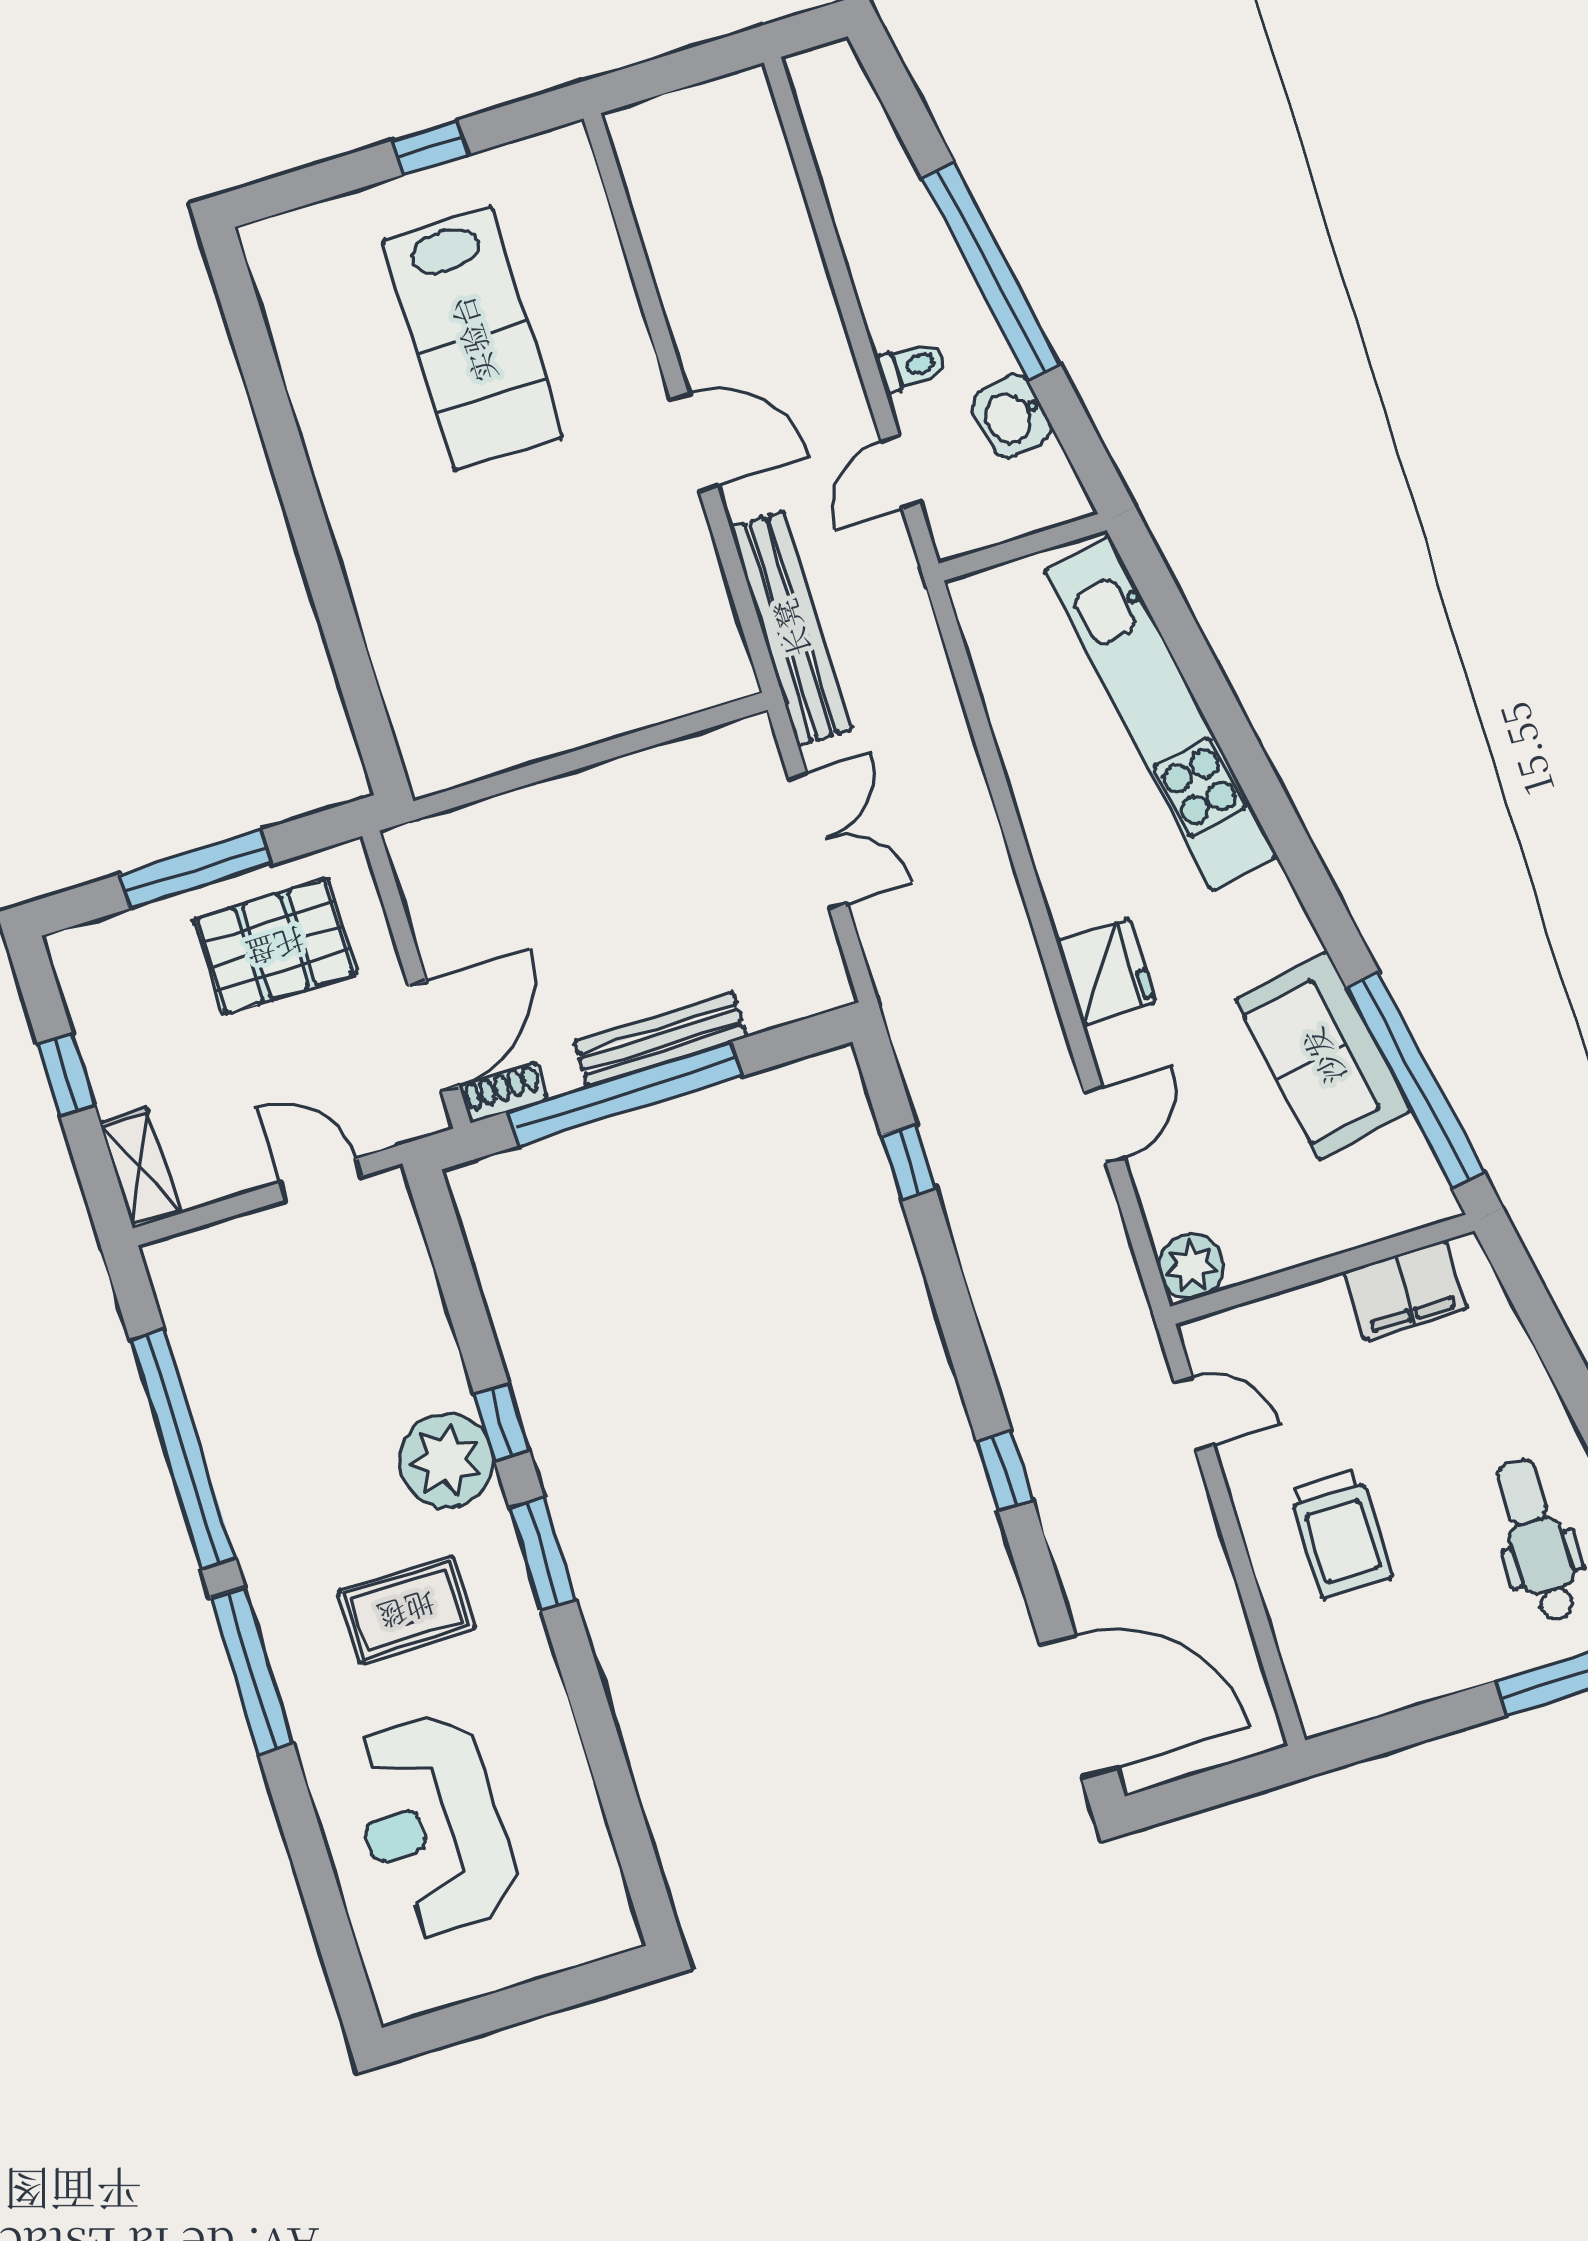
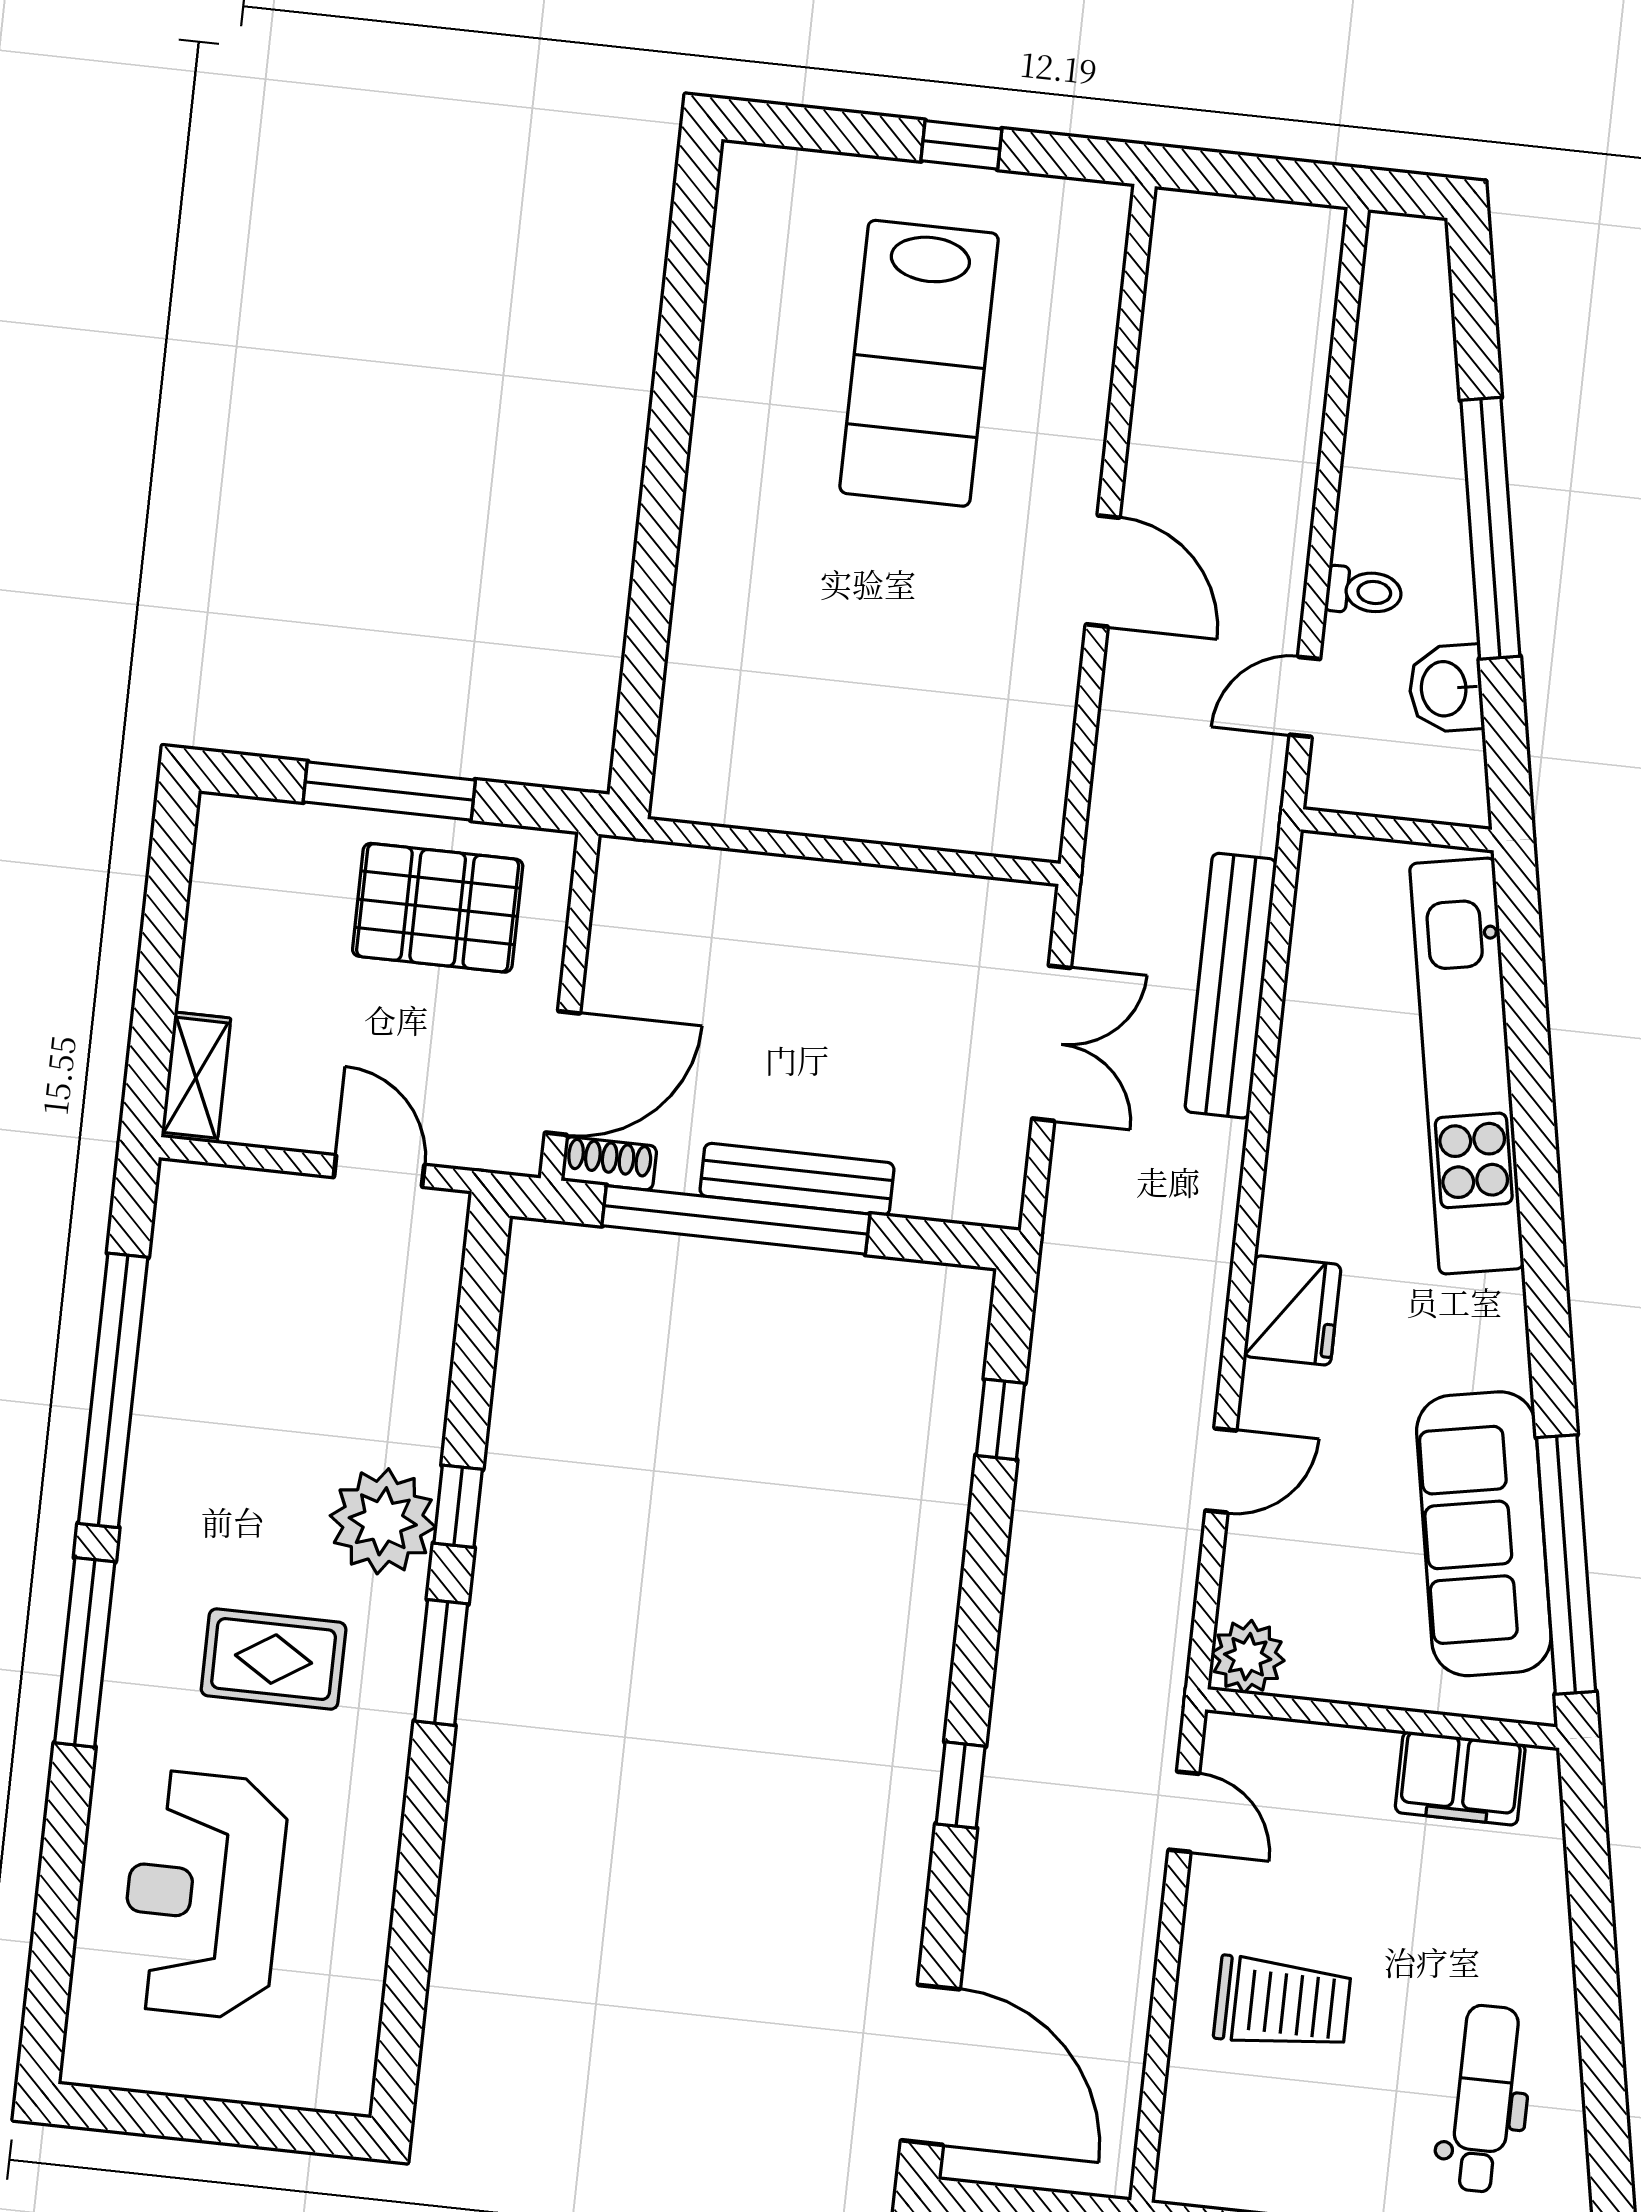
bench: (791, 628) -> (1231, 986), moved
sofa: (1323, 1056) -> (1484, 1534), width x1.36
window: (66, 1075) -> (161, 947), removed
trolley: (1341, 1534) -> (1282, 2003), turned -90

